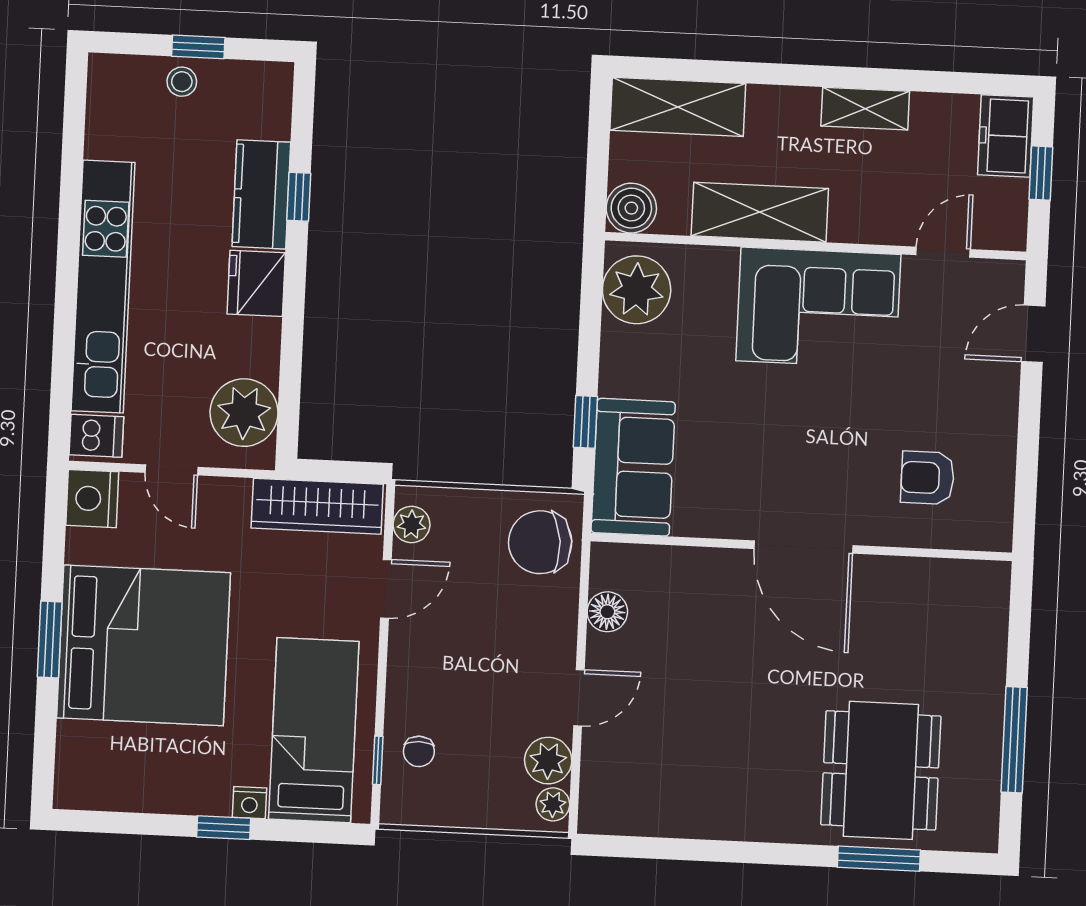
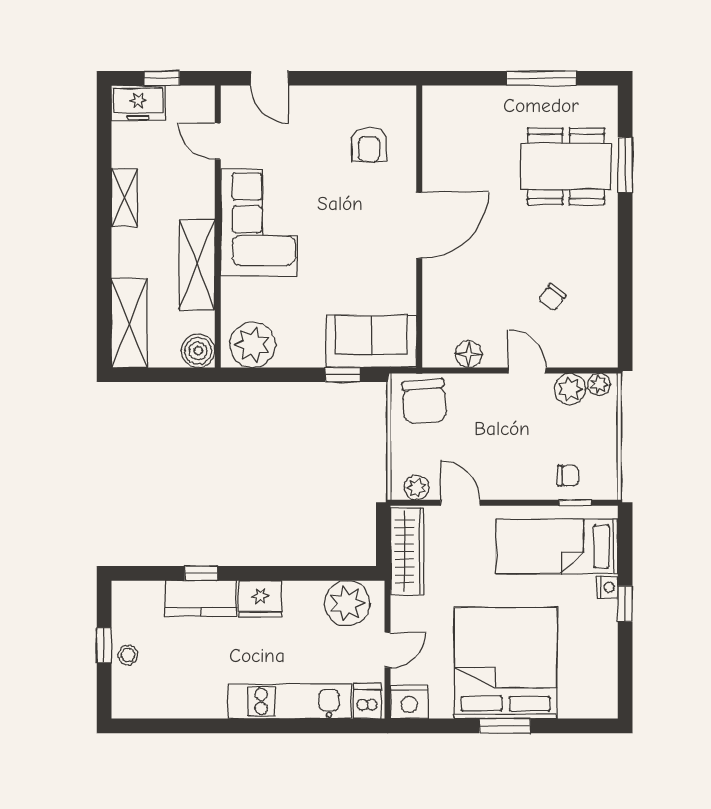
kitchen unit: (103, 287) -> (290, 701), width x0.73
chair: (686, 741) -> (552, 297), added

